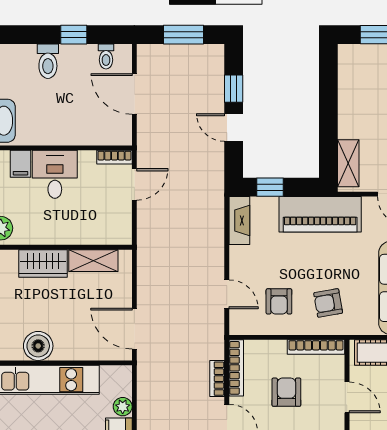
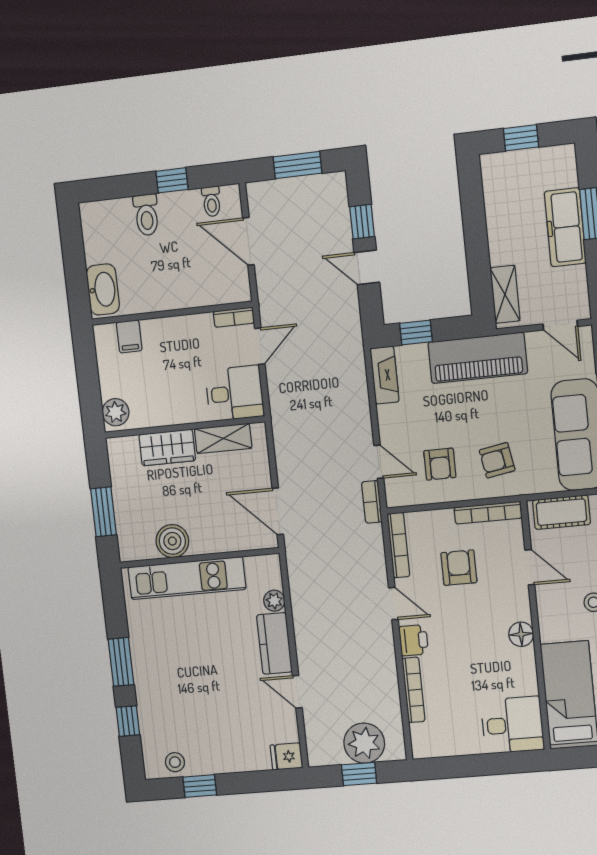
desk: (55, 174) -> (235, 393), moved, turned 90
bookcase: (217, 379) -> (372, 502), moved

